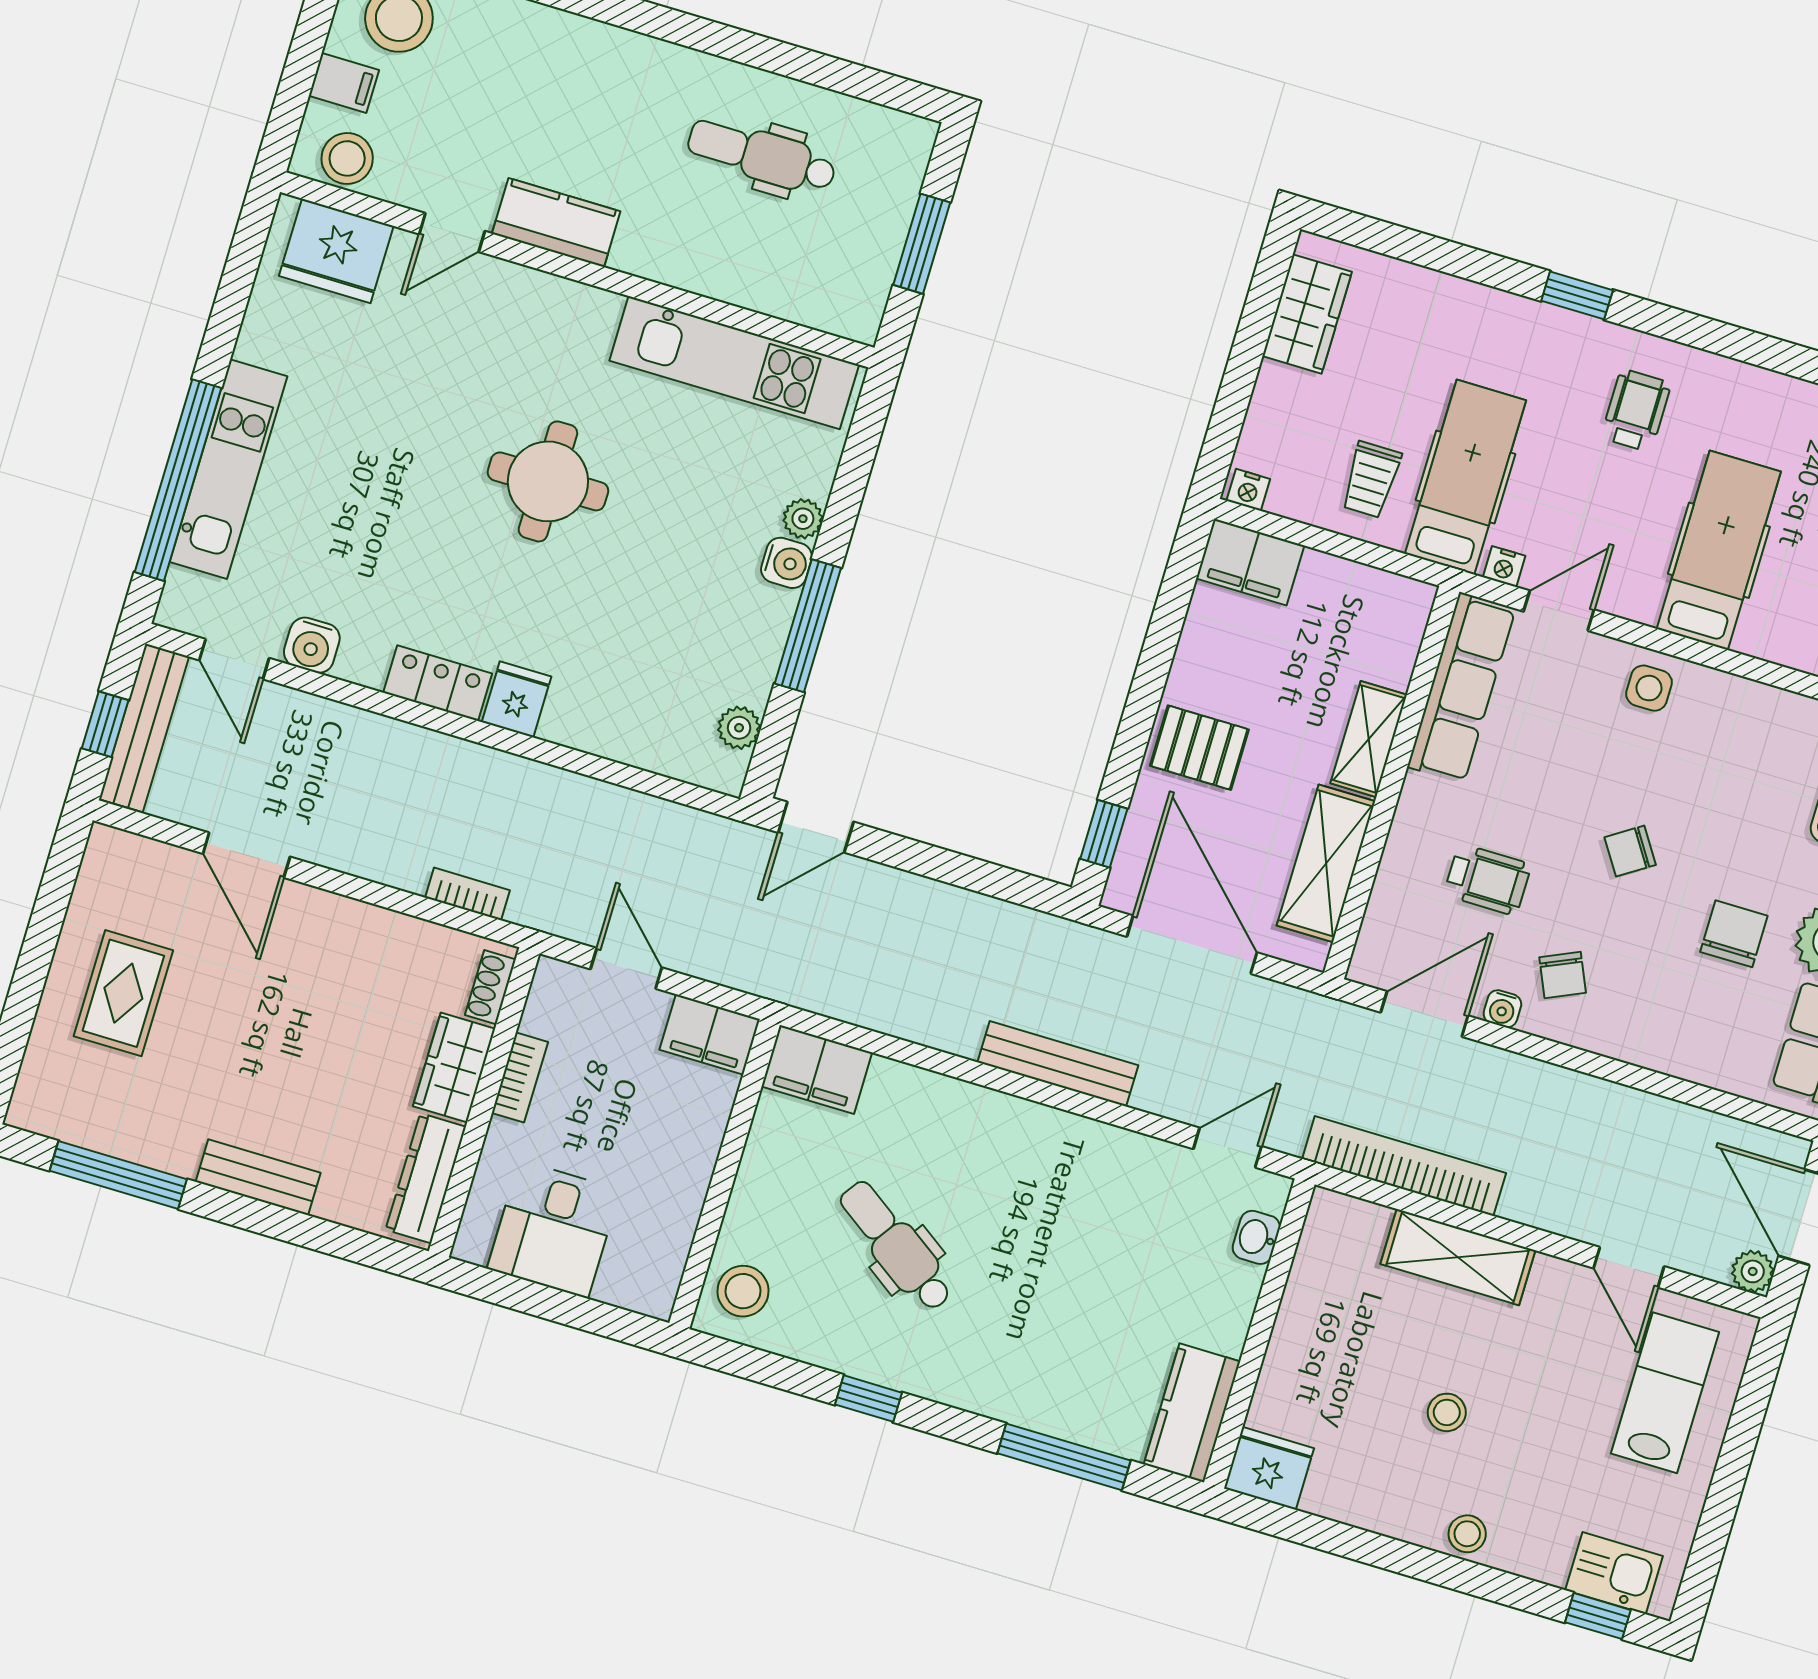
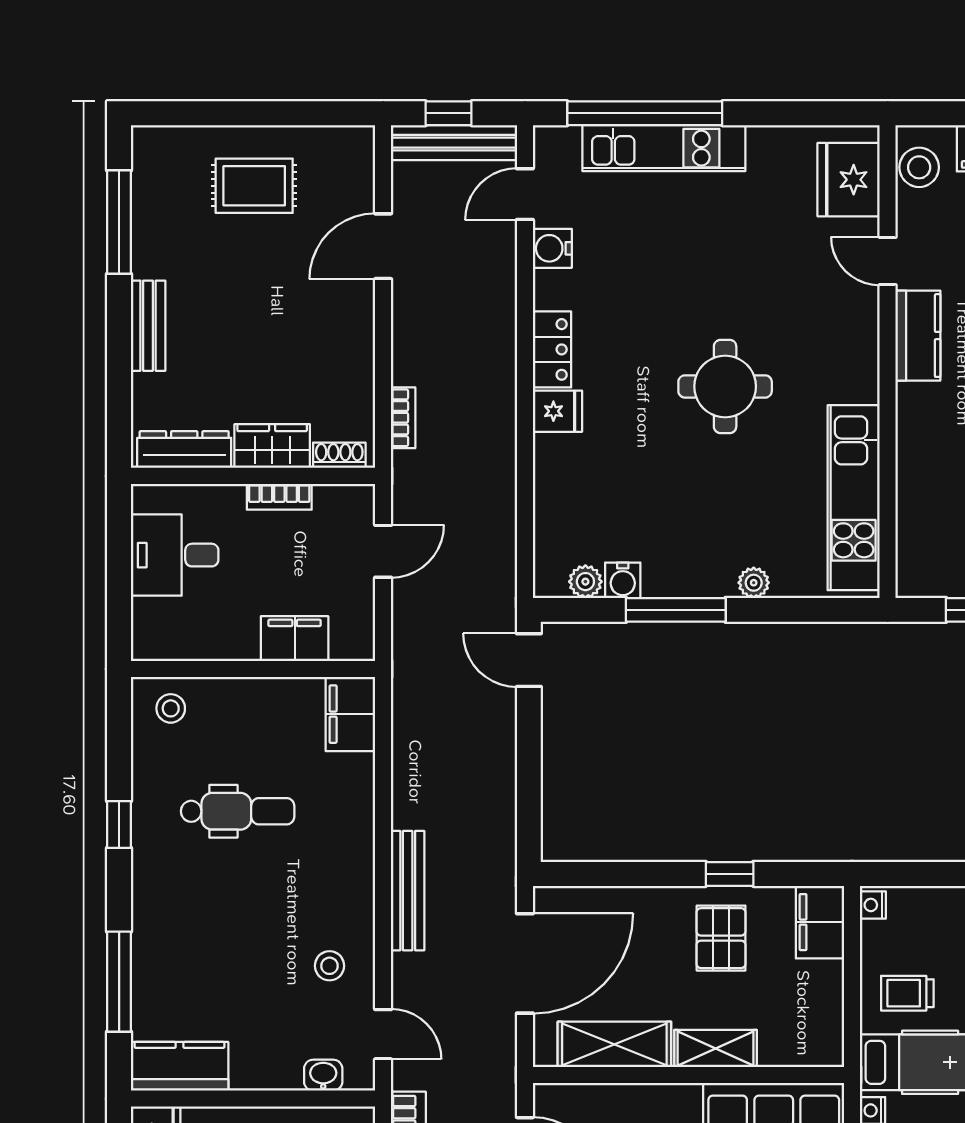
water cooler: (786, 563) -> (623, 580), moved
pallet: (1199, 748) -> (721, 938), moved
window: (1104, 834) -> (730, 874), moved
filing cabinet: (710, 1034) -> (295, 639), moved, turned 90
stool: (1122, 1189) -> (329, 966), added
dental chair: (896, 1246) -> (238, 811), turned 55
stool: (743, 1291) -> (171, 708), width x0.73, depth x0.73

